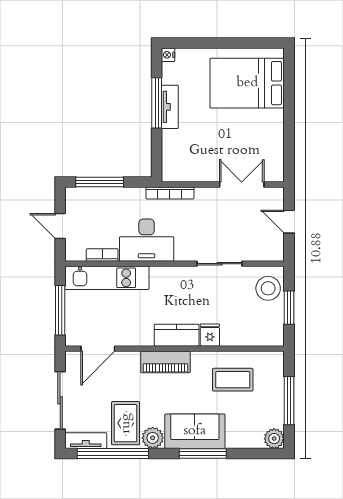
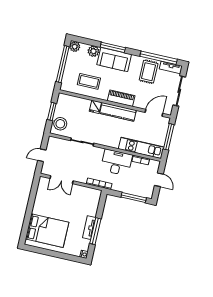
door: (289, 222) -> (42, 155), swing flipped
kitchen counter: (177, 335) -> (118, 112), width x1.50
window: (289, 401) -> (63, 64), width x1.46
plant: (153, 438) -> (93, 51), moved

